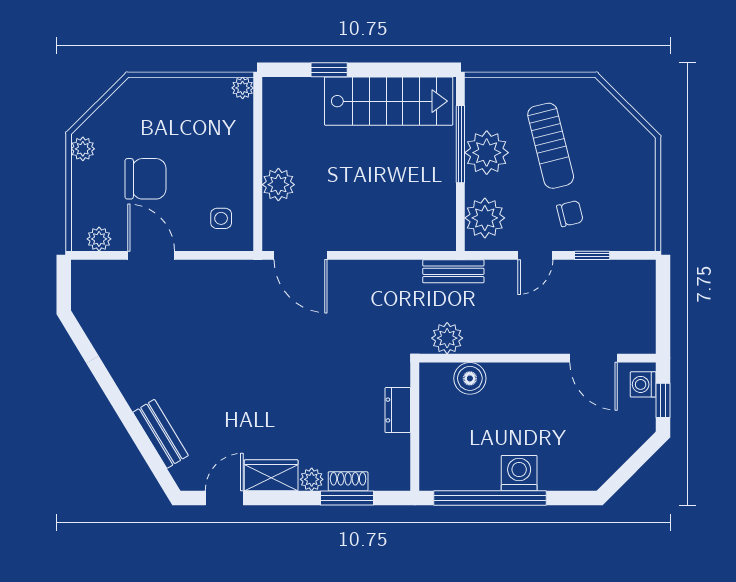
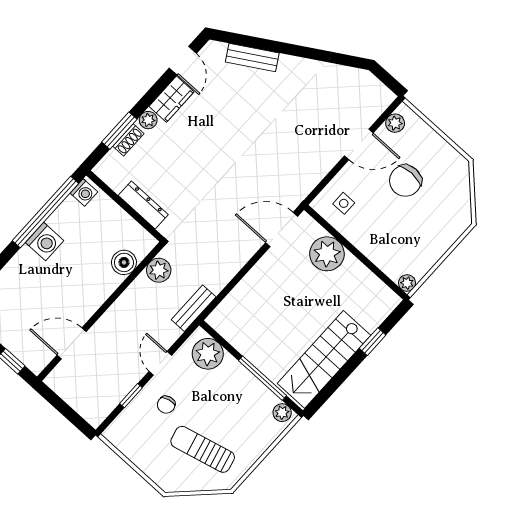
sun lounger: (551, 146) -> (203, 449), moved
plant: (83, 149) -> (455, 160), removed
plant: (487, 153) -> (282, 413), moved, width x0.53, depth x0.53
plant: (278, 185) -> (327, 254), width x1.36, depth x1.36
washing machine: (643, 384) -> (84, 192), moved, turned 90
dresser: (398, 410) -> (143, 205), width x1.44

